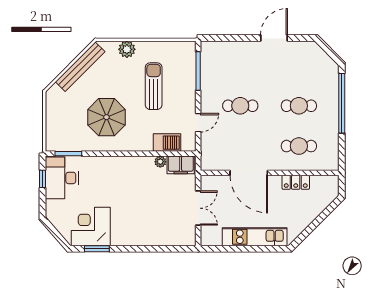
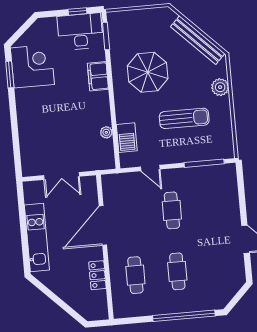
filing cabinet: (181, 165) -> (98, 76), moved

